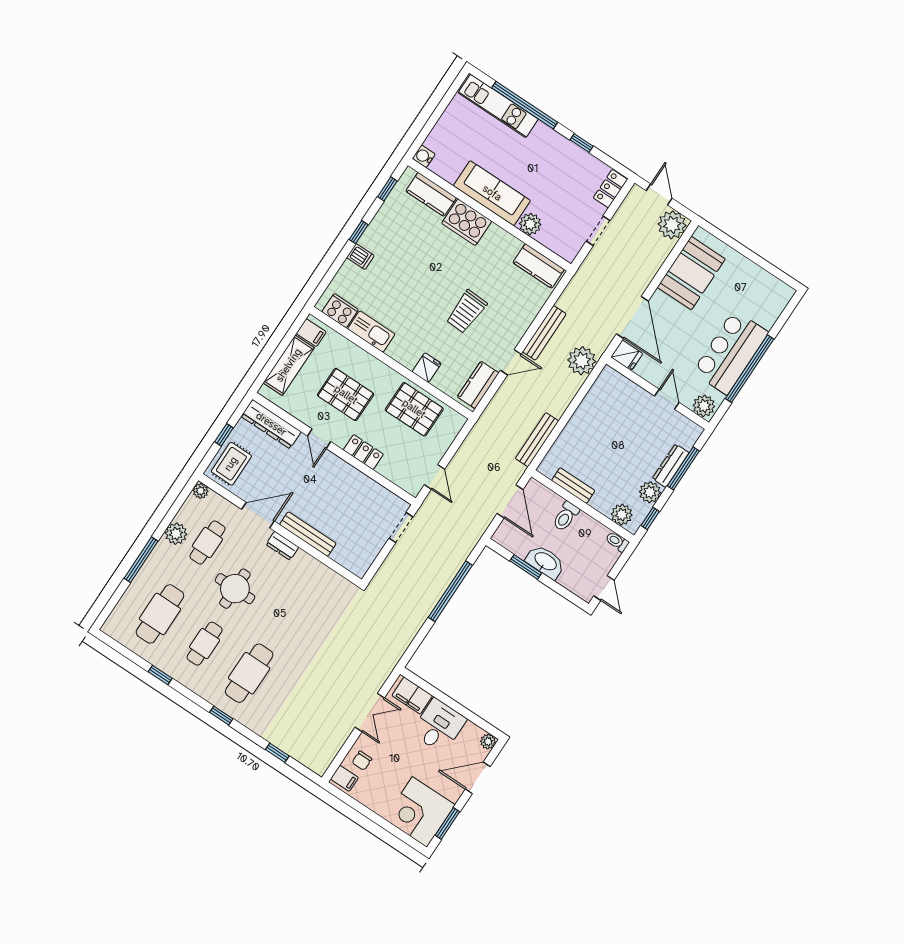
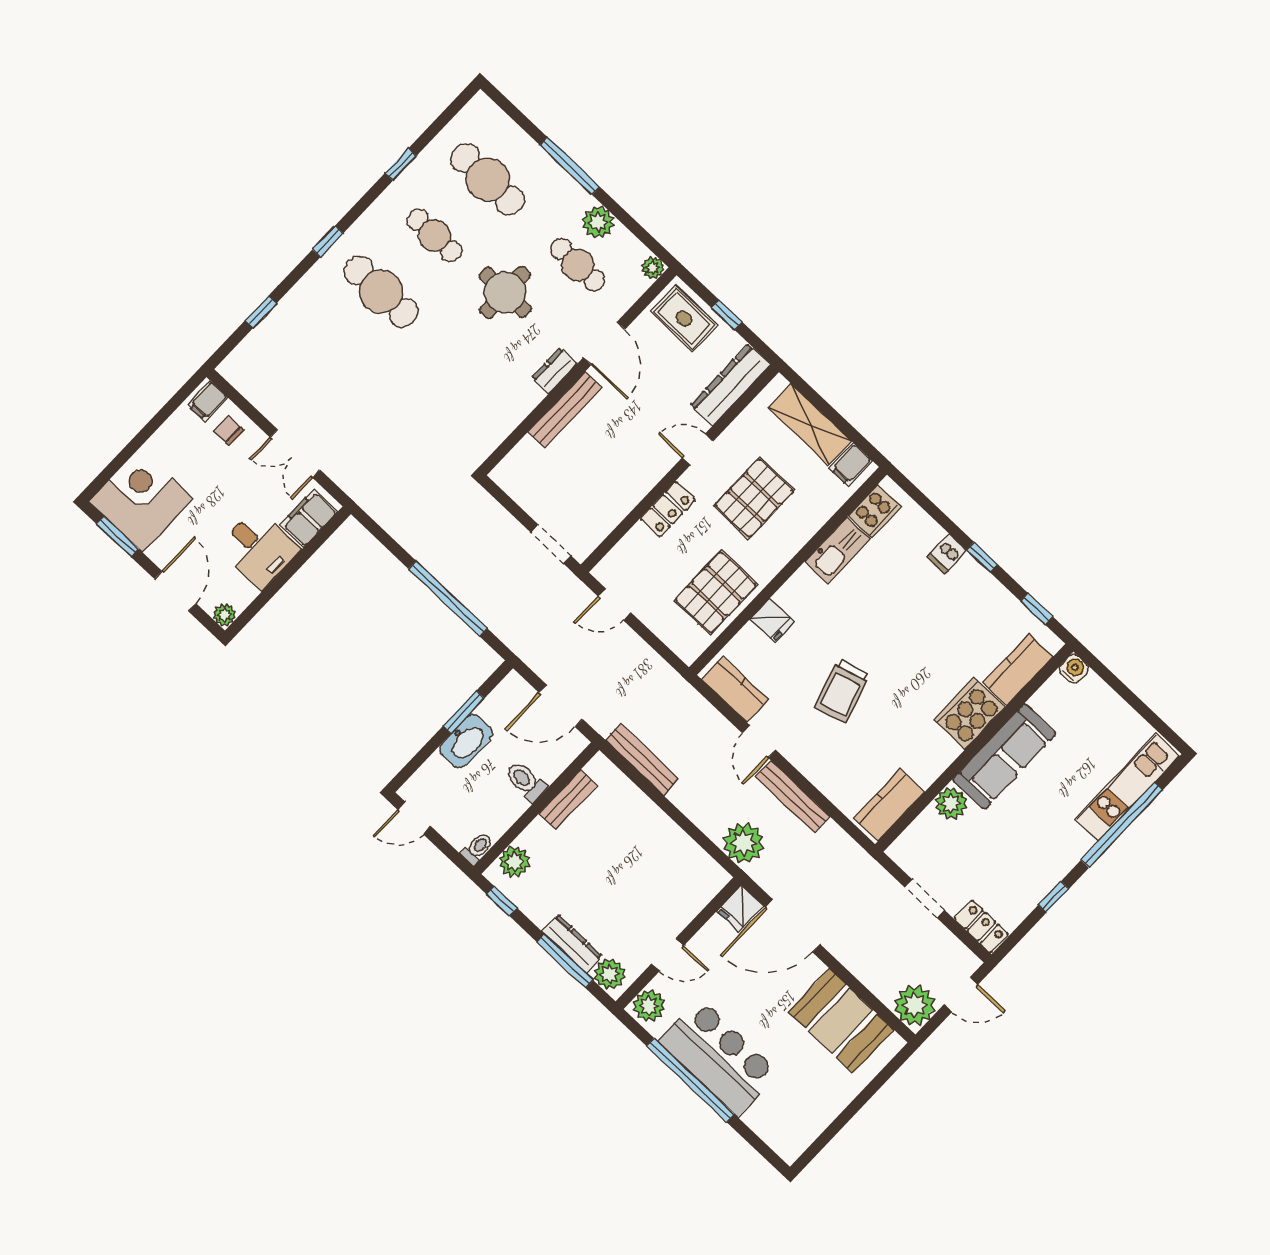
trolley: (466, 312) -> (842, 691), turned -110
plant: (650, 492) -> (610, 974), moved

